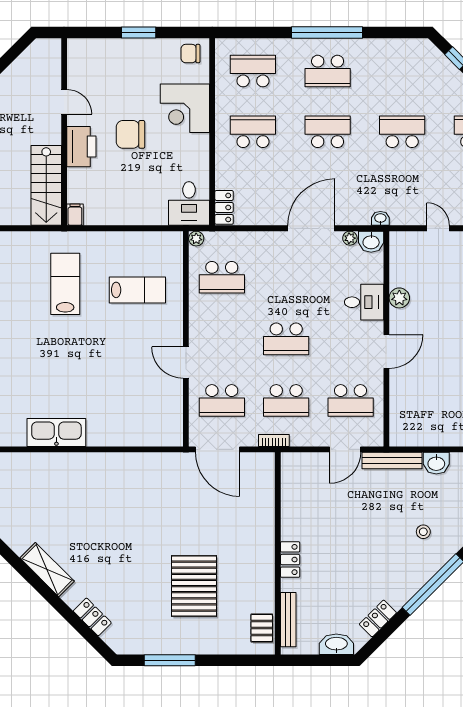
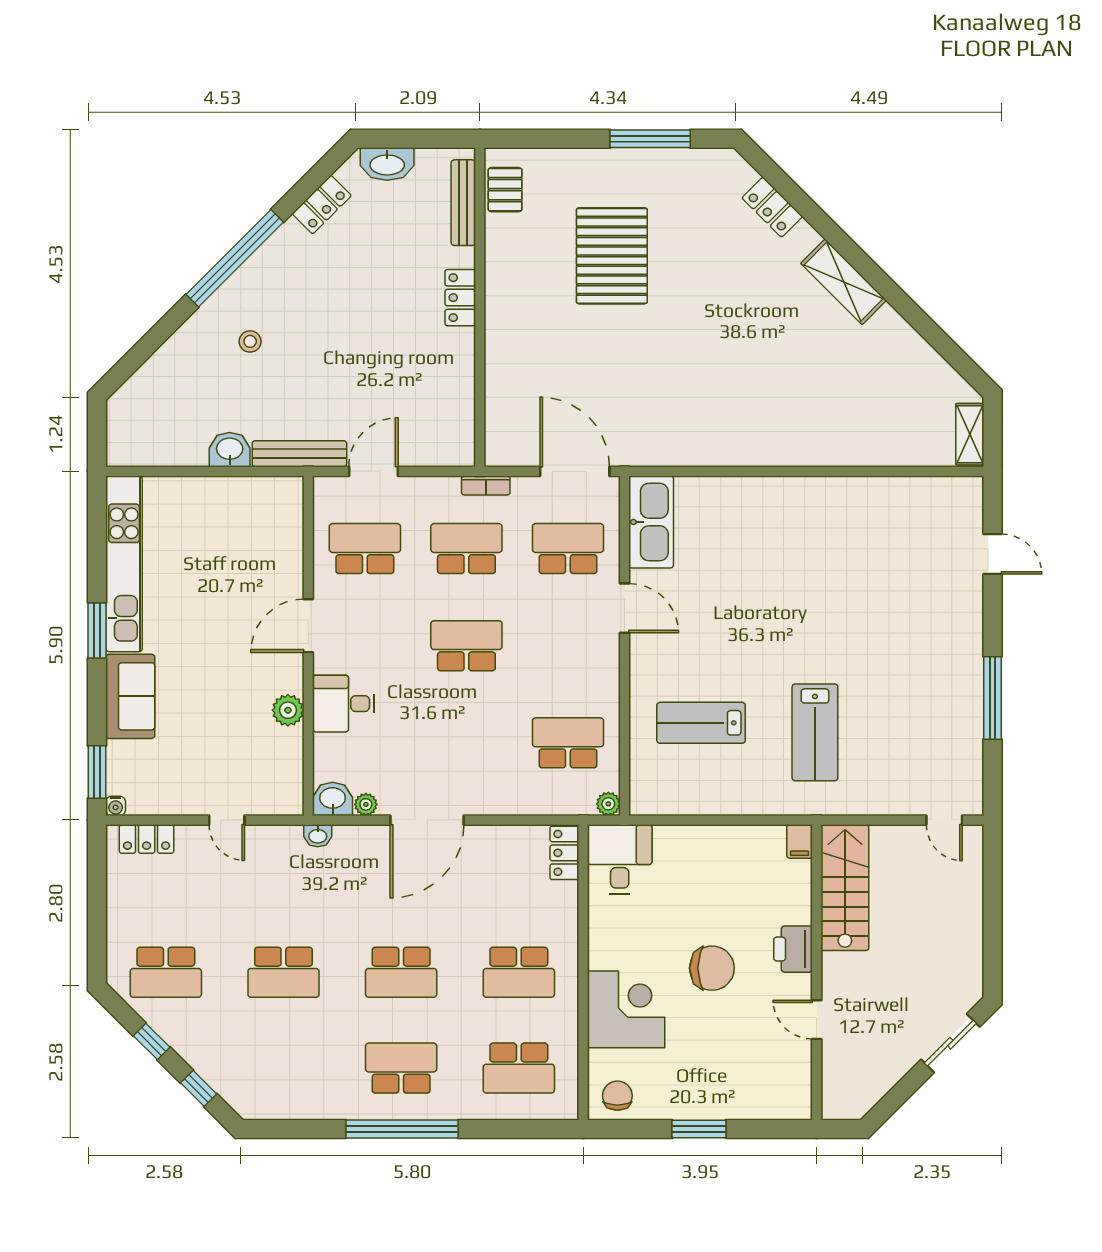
chair: (190, 54) -> (617, 1096), turned -90
printer: (81, 147) -> (793, 949), width x0.73, depth x0.84
kitchen sink: (56, 433) -> (651, 522), moved, turned -90

